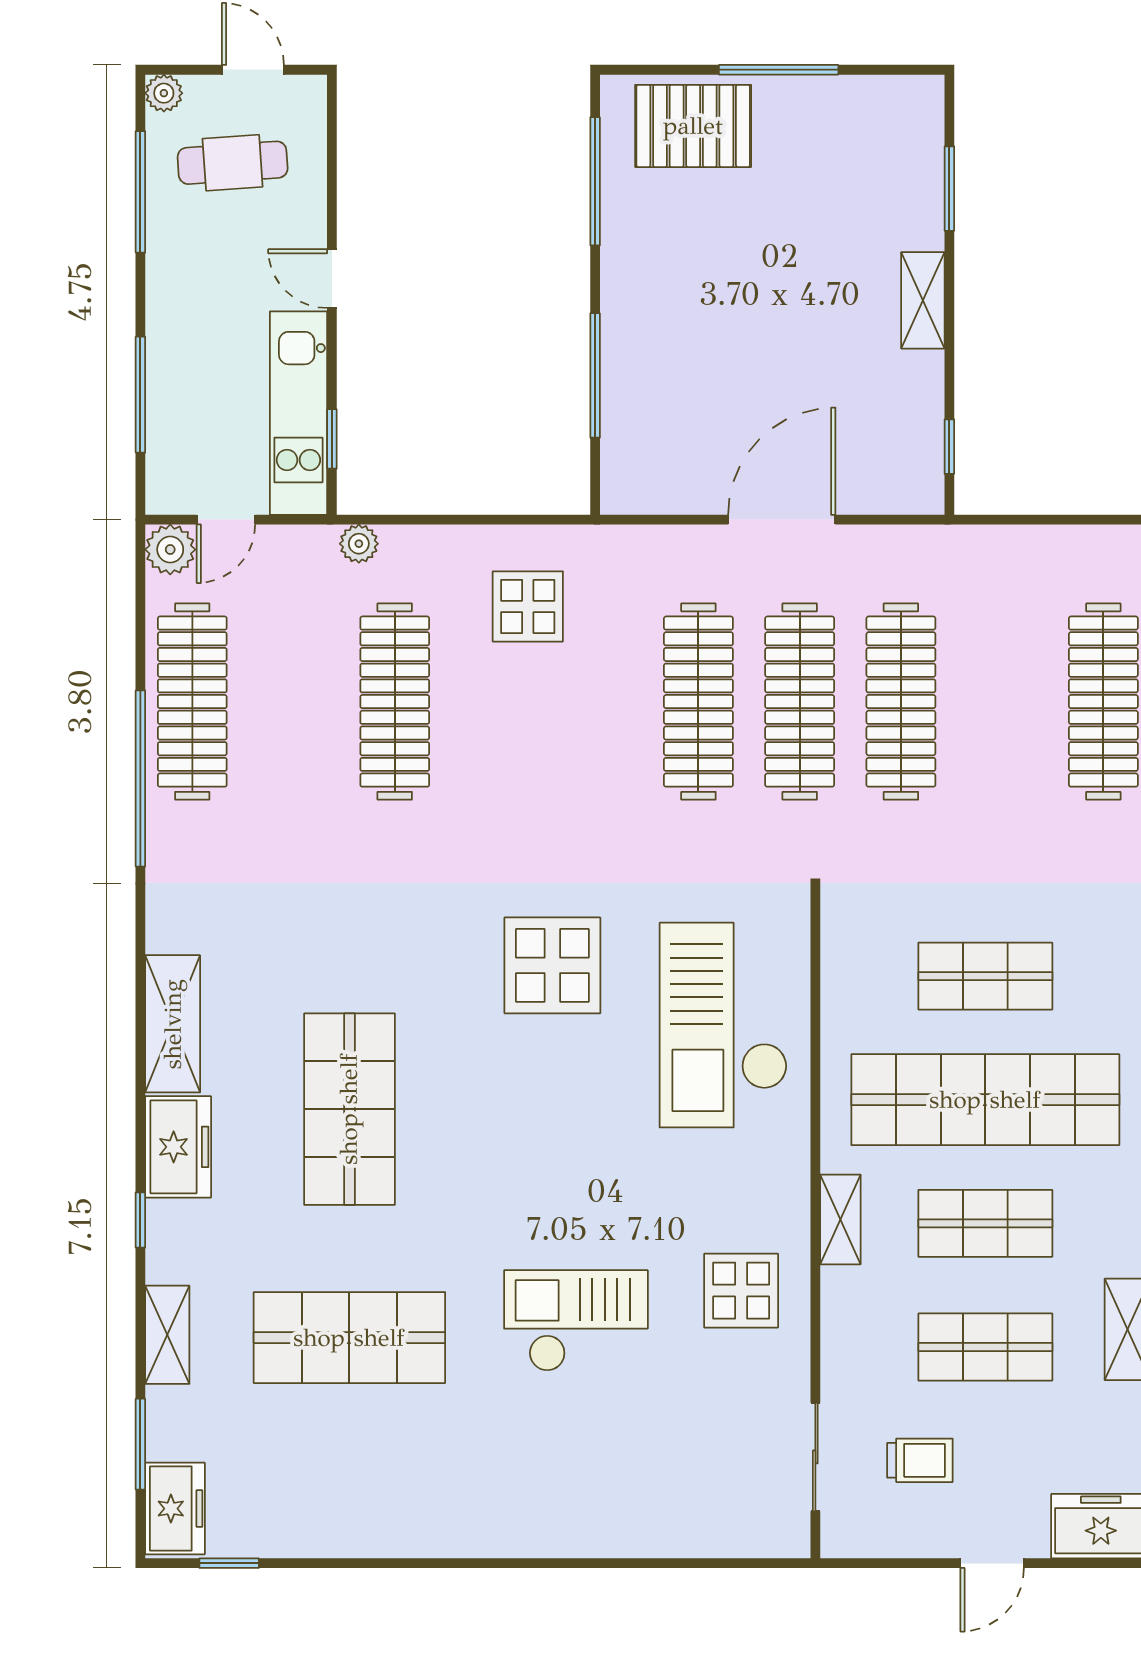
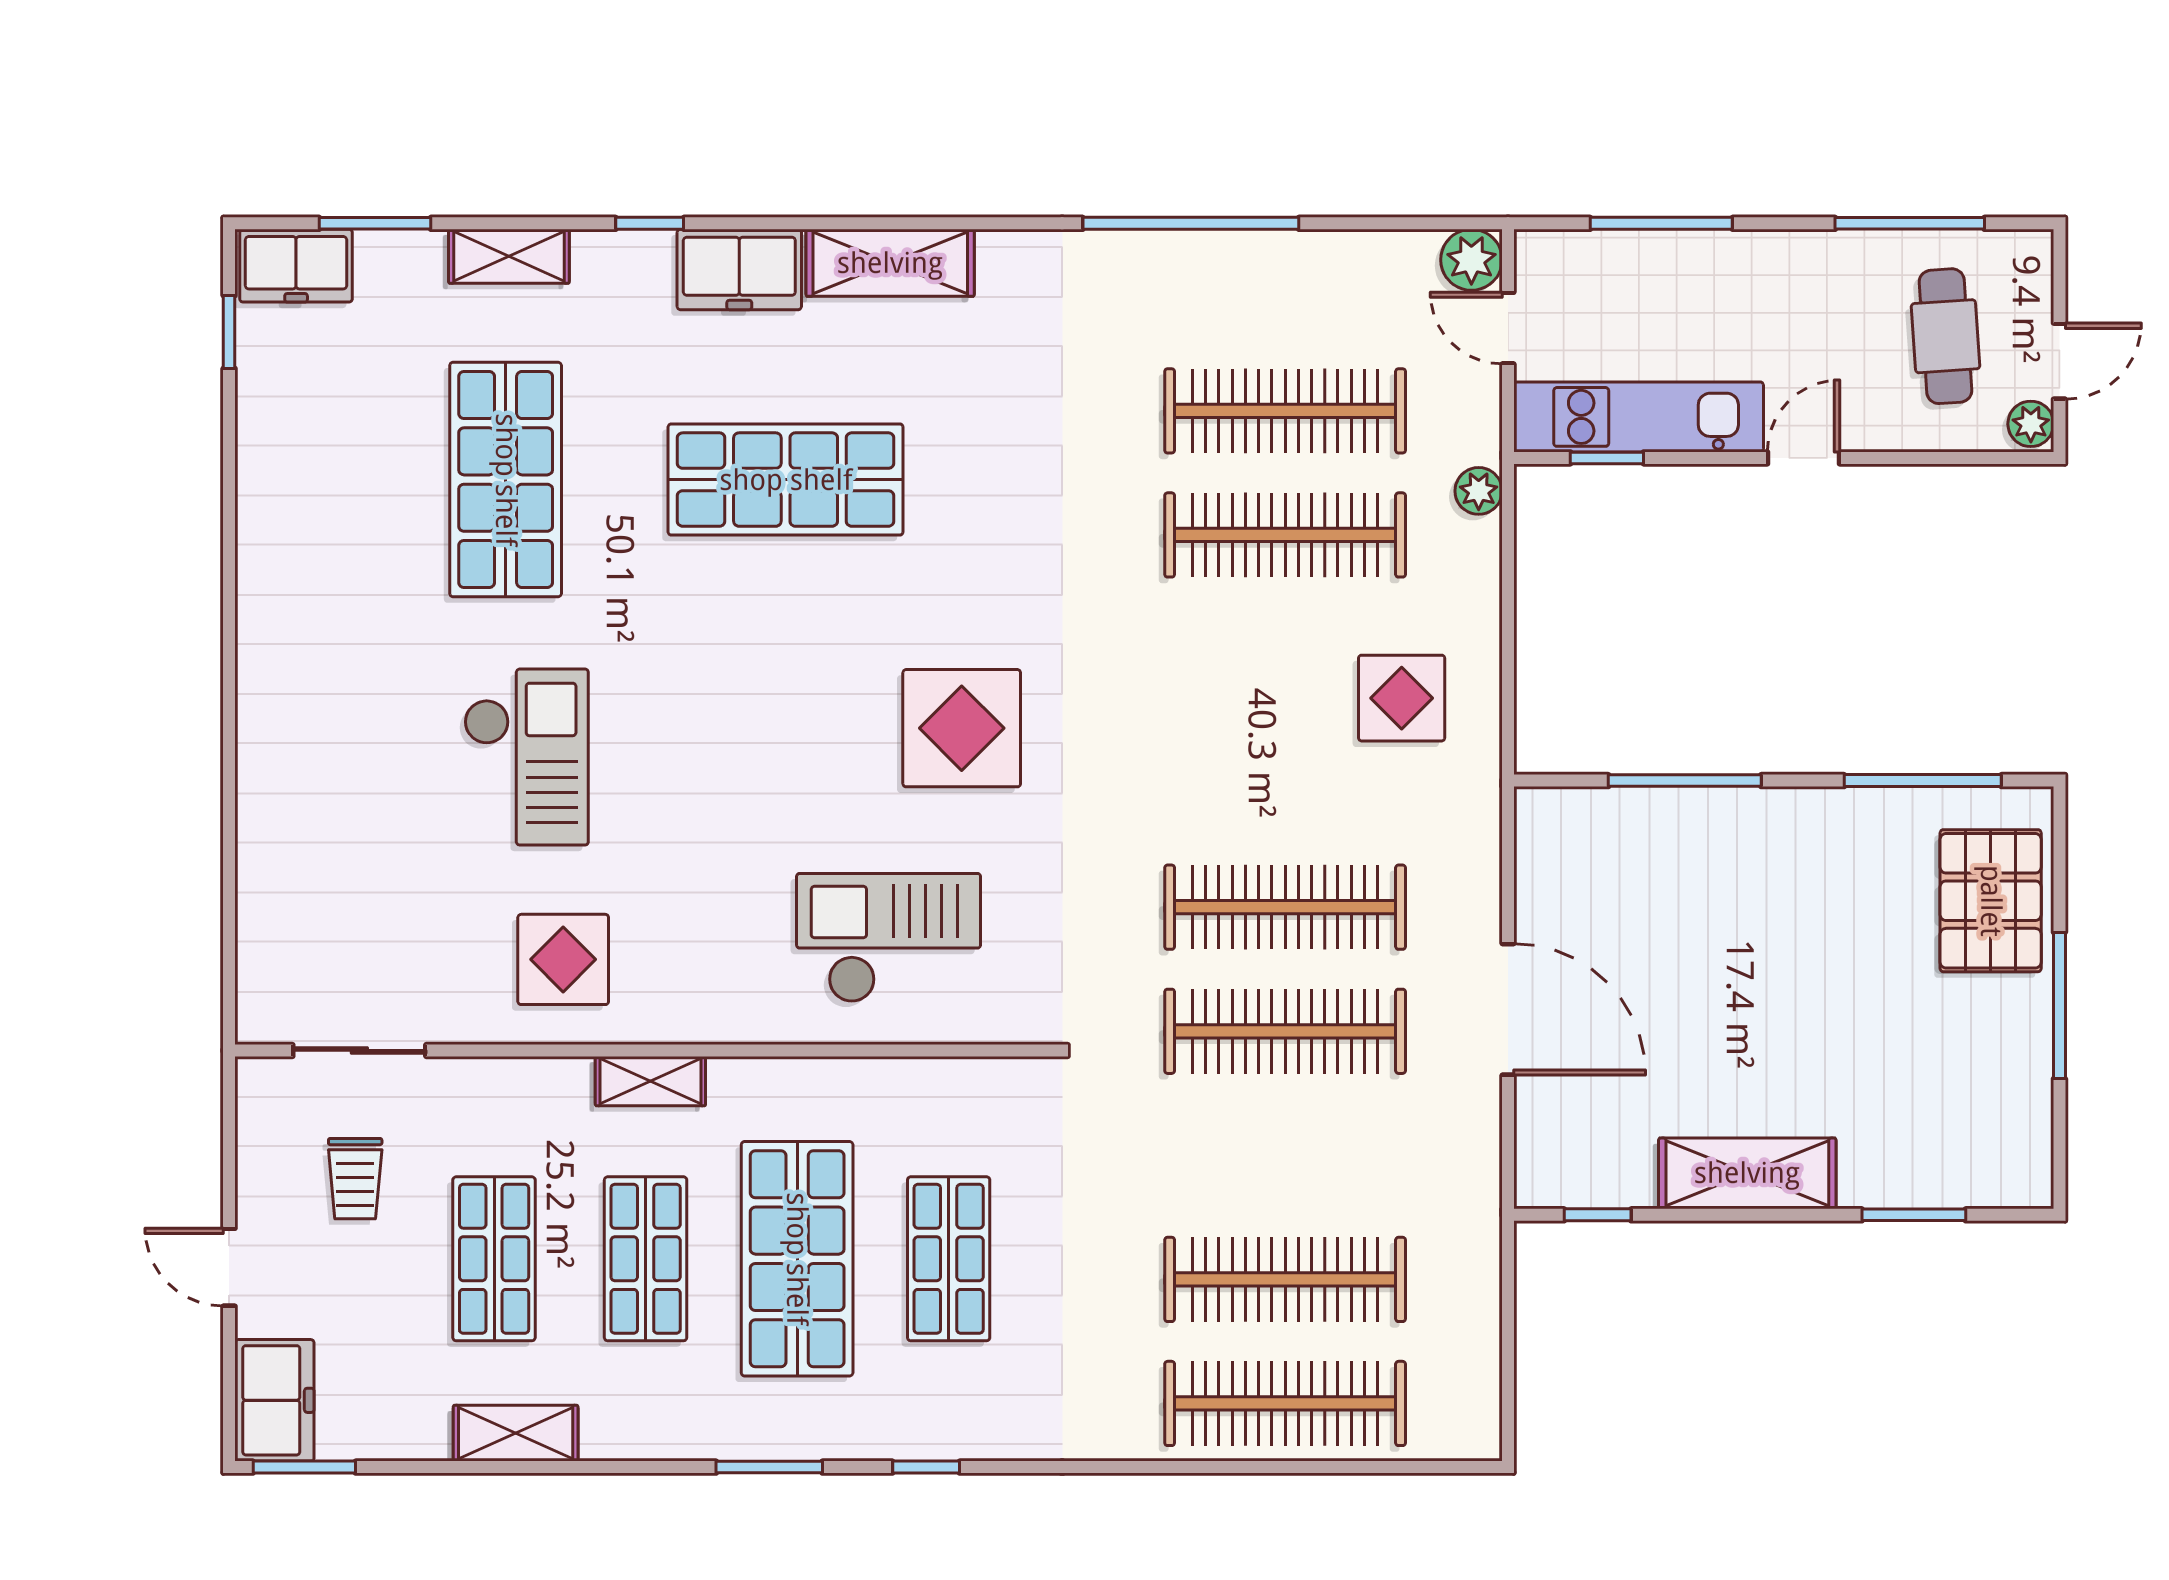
plant: (164, 93) -> (2031, 424), moved
shelving: (923, 300) -> (1747, 1173), width x1.50, depth x1.33
clothes rail: (192, 702) -> (1285, 411), moved
clothes rail: (901, 702) -> (1285, 1279), moved
checkout: (723, 1025) -> (889, 938), width x0.73, depth x0.83
shop shelf: (985, 1100) -> (797, 1259), width x0.71

